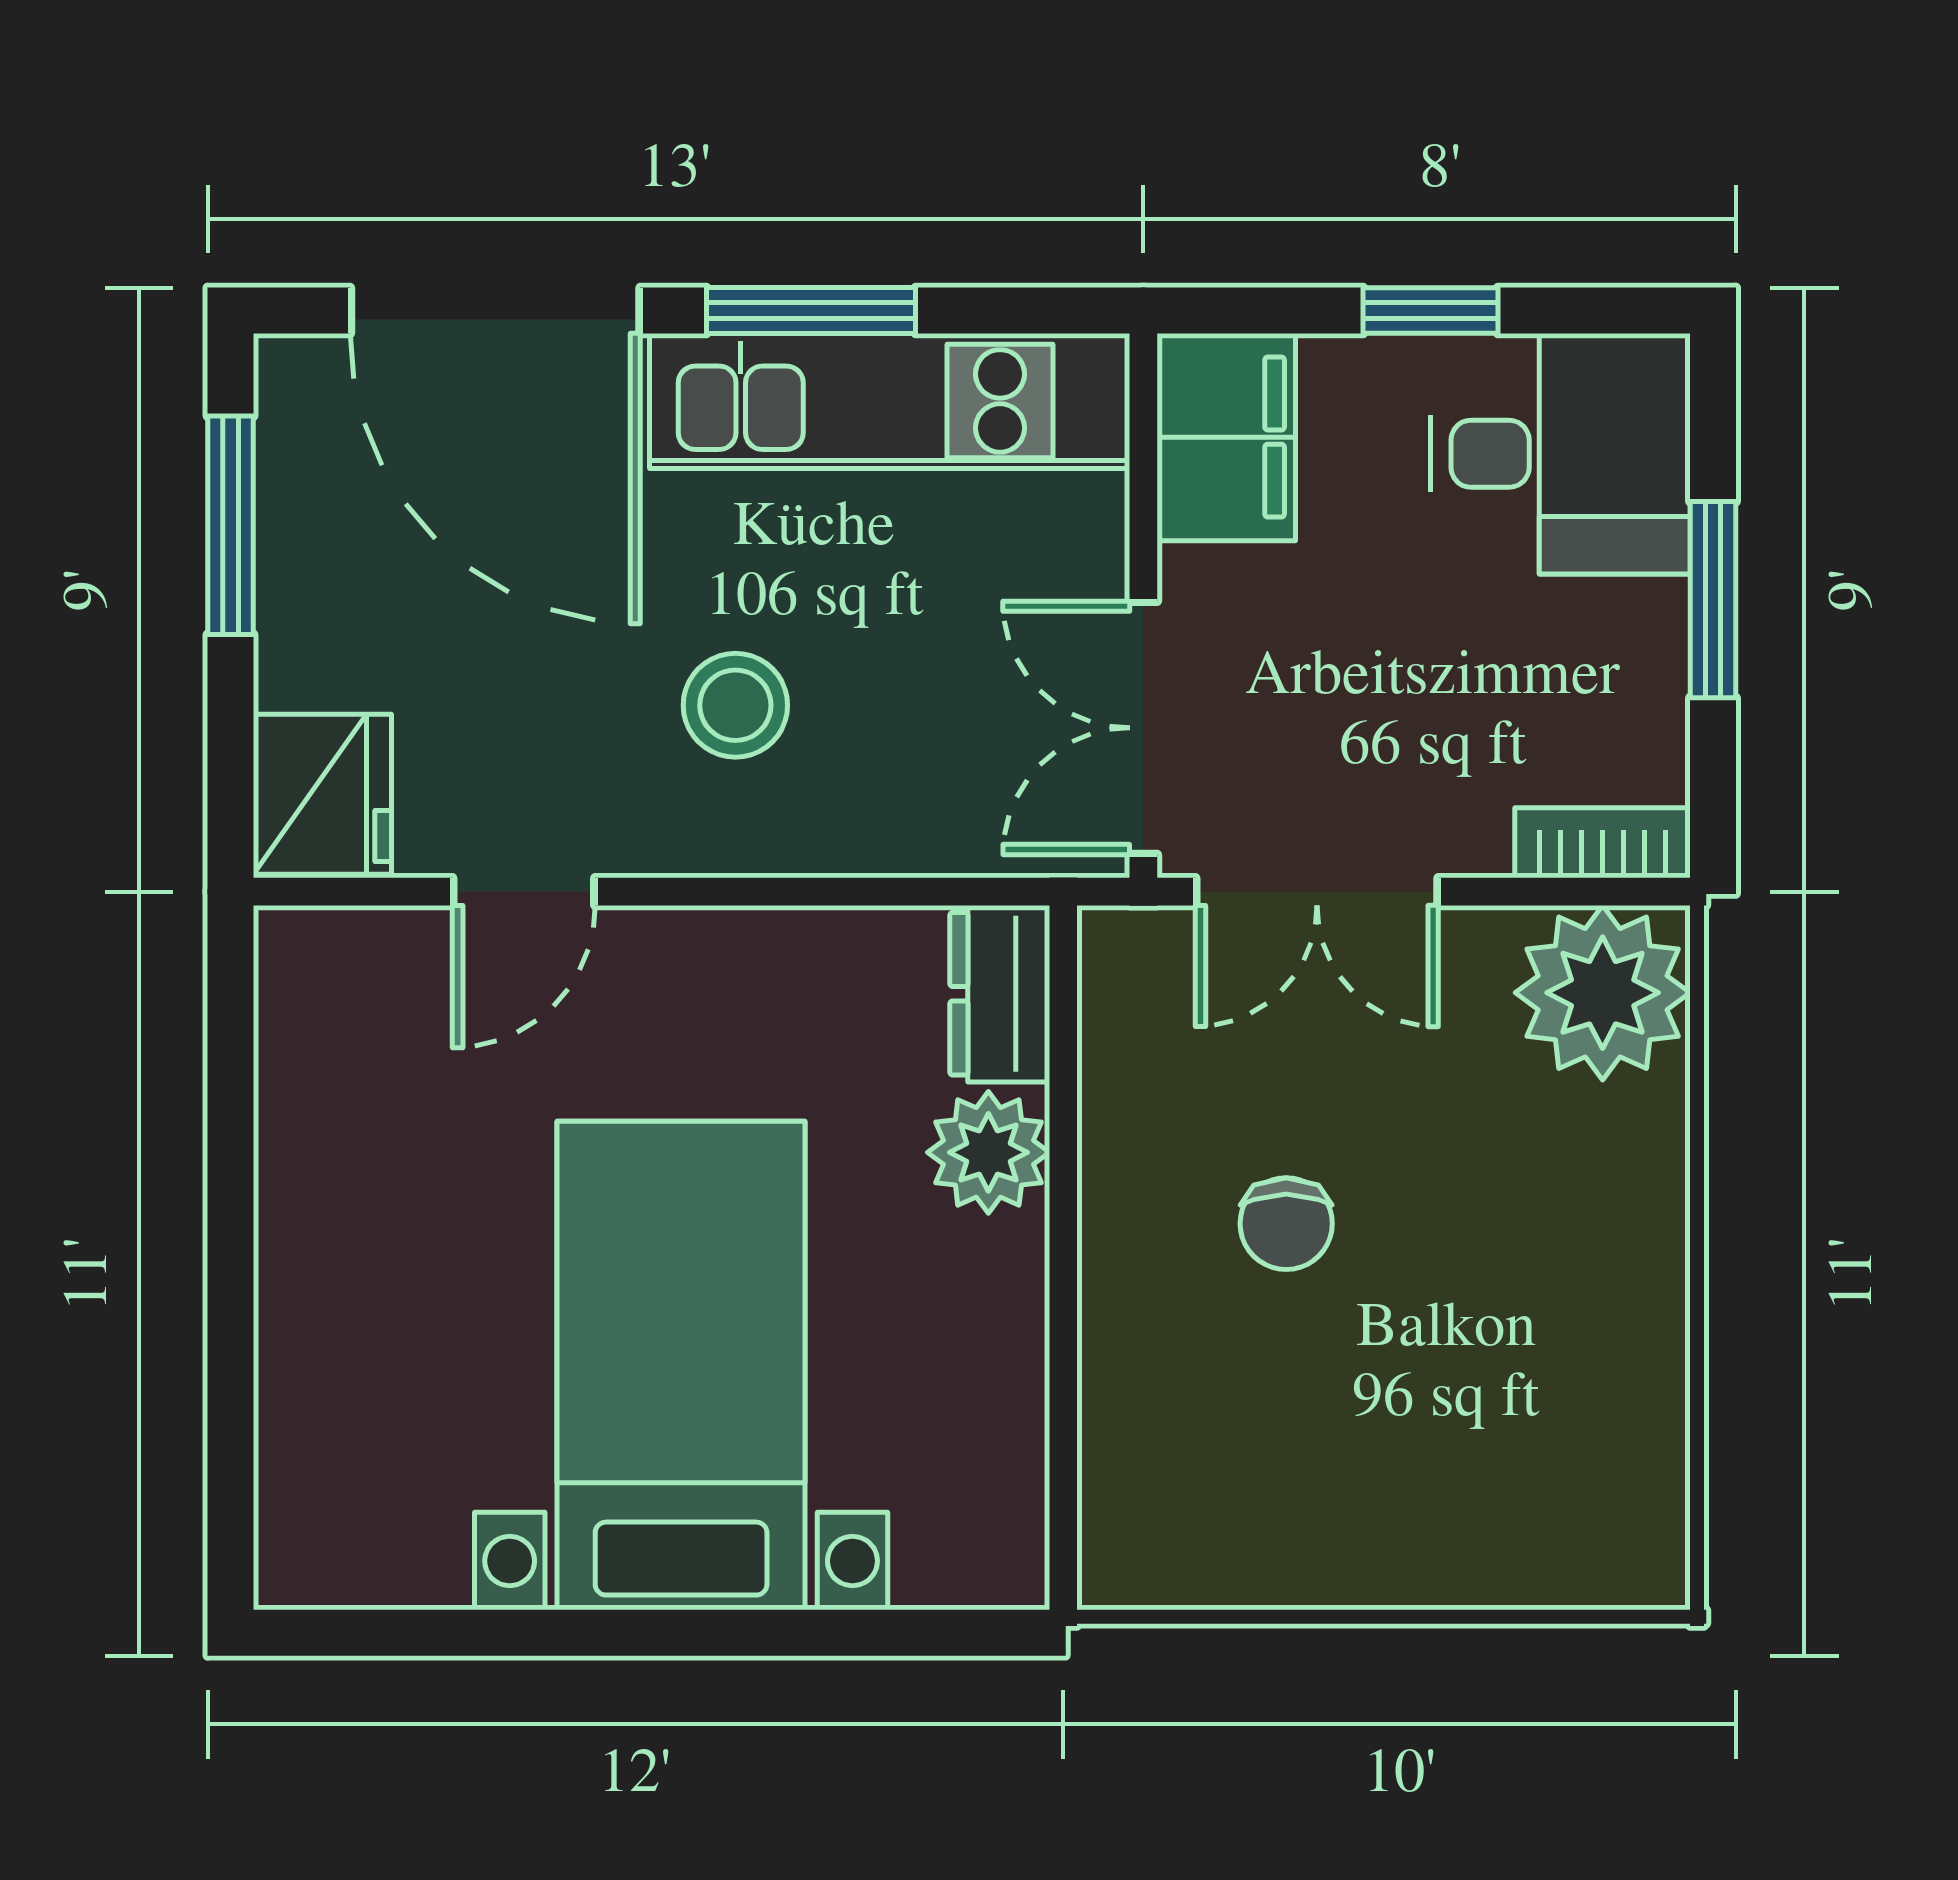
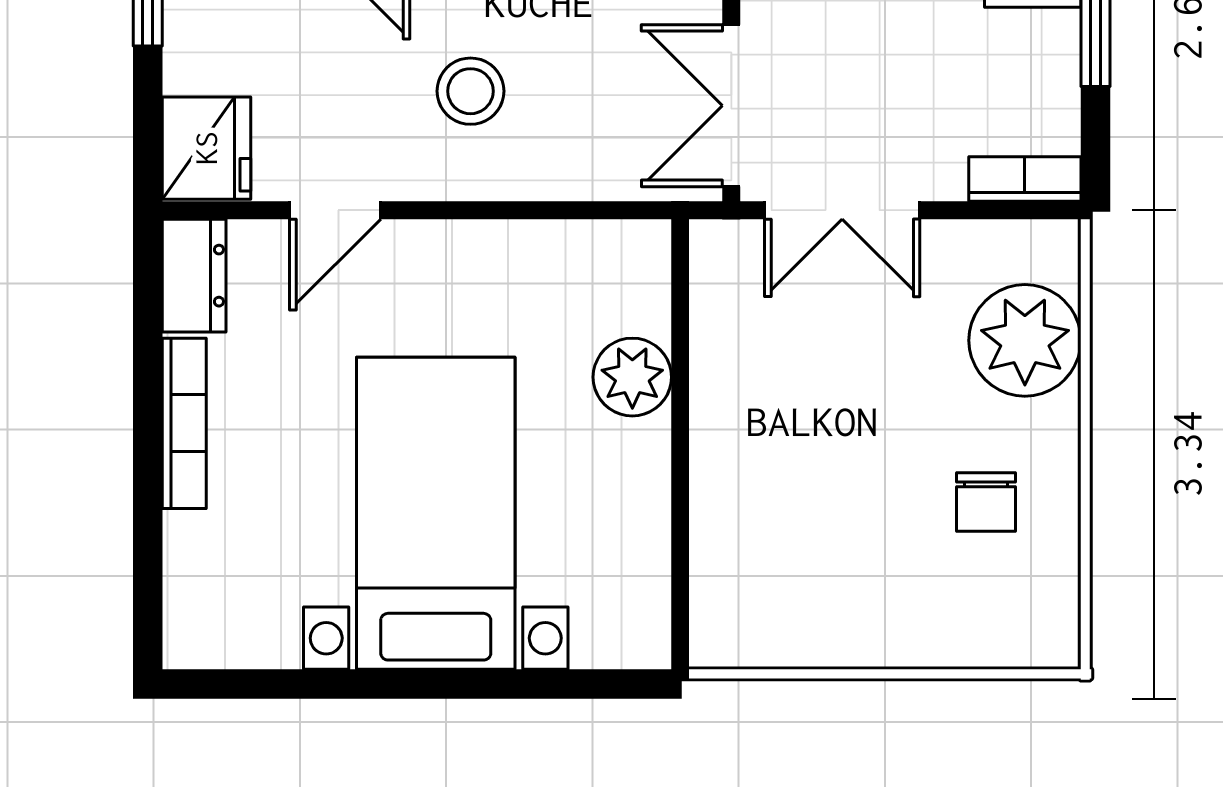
plant: (1603, 993) -> (1025, 340), moved
dresser: (1000, 994) -> (194, 276), moved, turned 180
chair: (1286, 1224) -> (986, 502), moved
bookcase: (288, 1225) -> (184, 423), added

